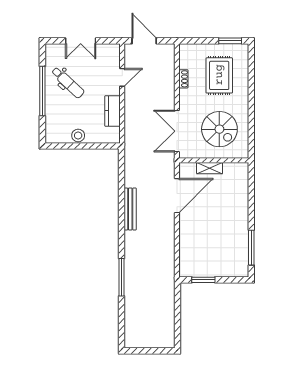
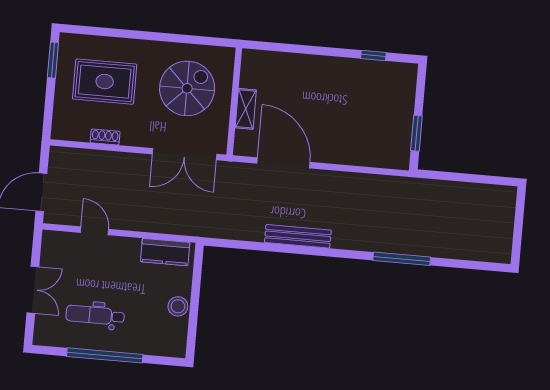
dental chair: (68, 82) -> (95, 315), turned -133
kitchen counter: (112, 111) -> (165, 252), moved
window: (251, 248) -> (373, 55), width x0.46

